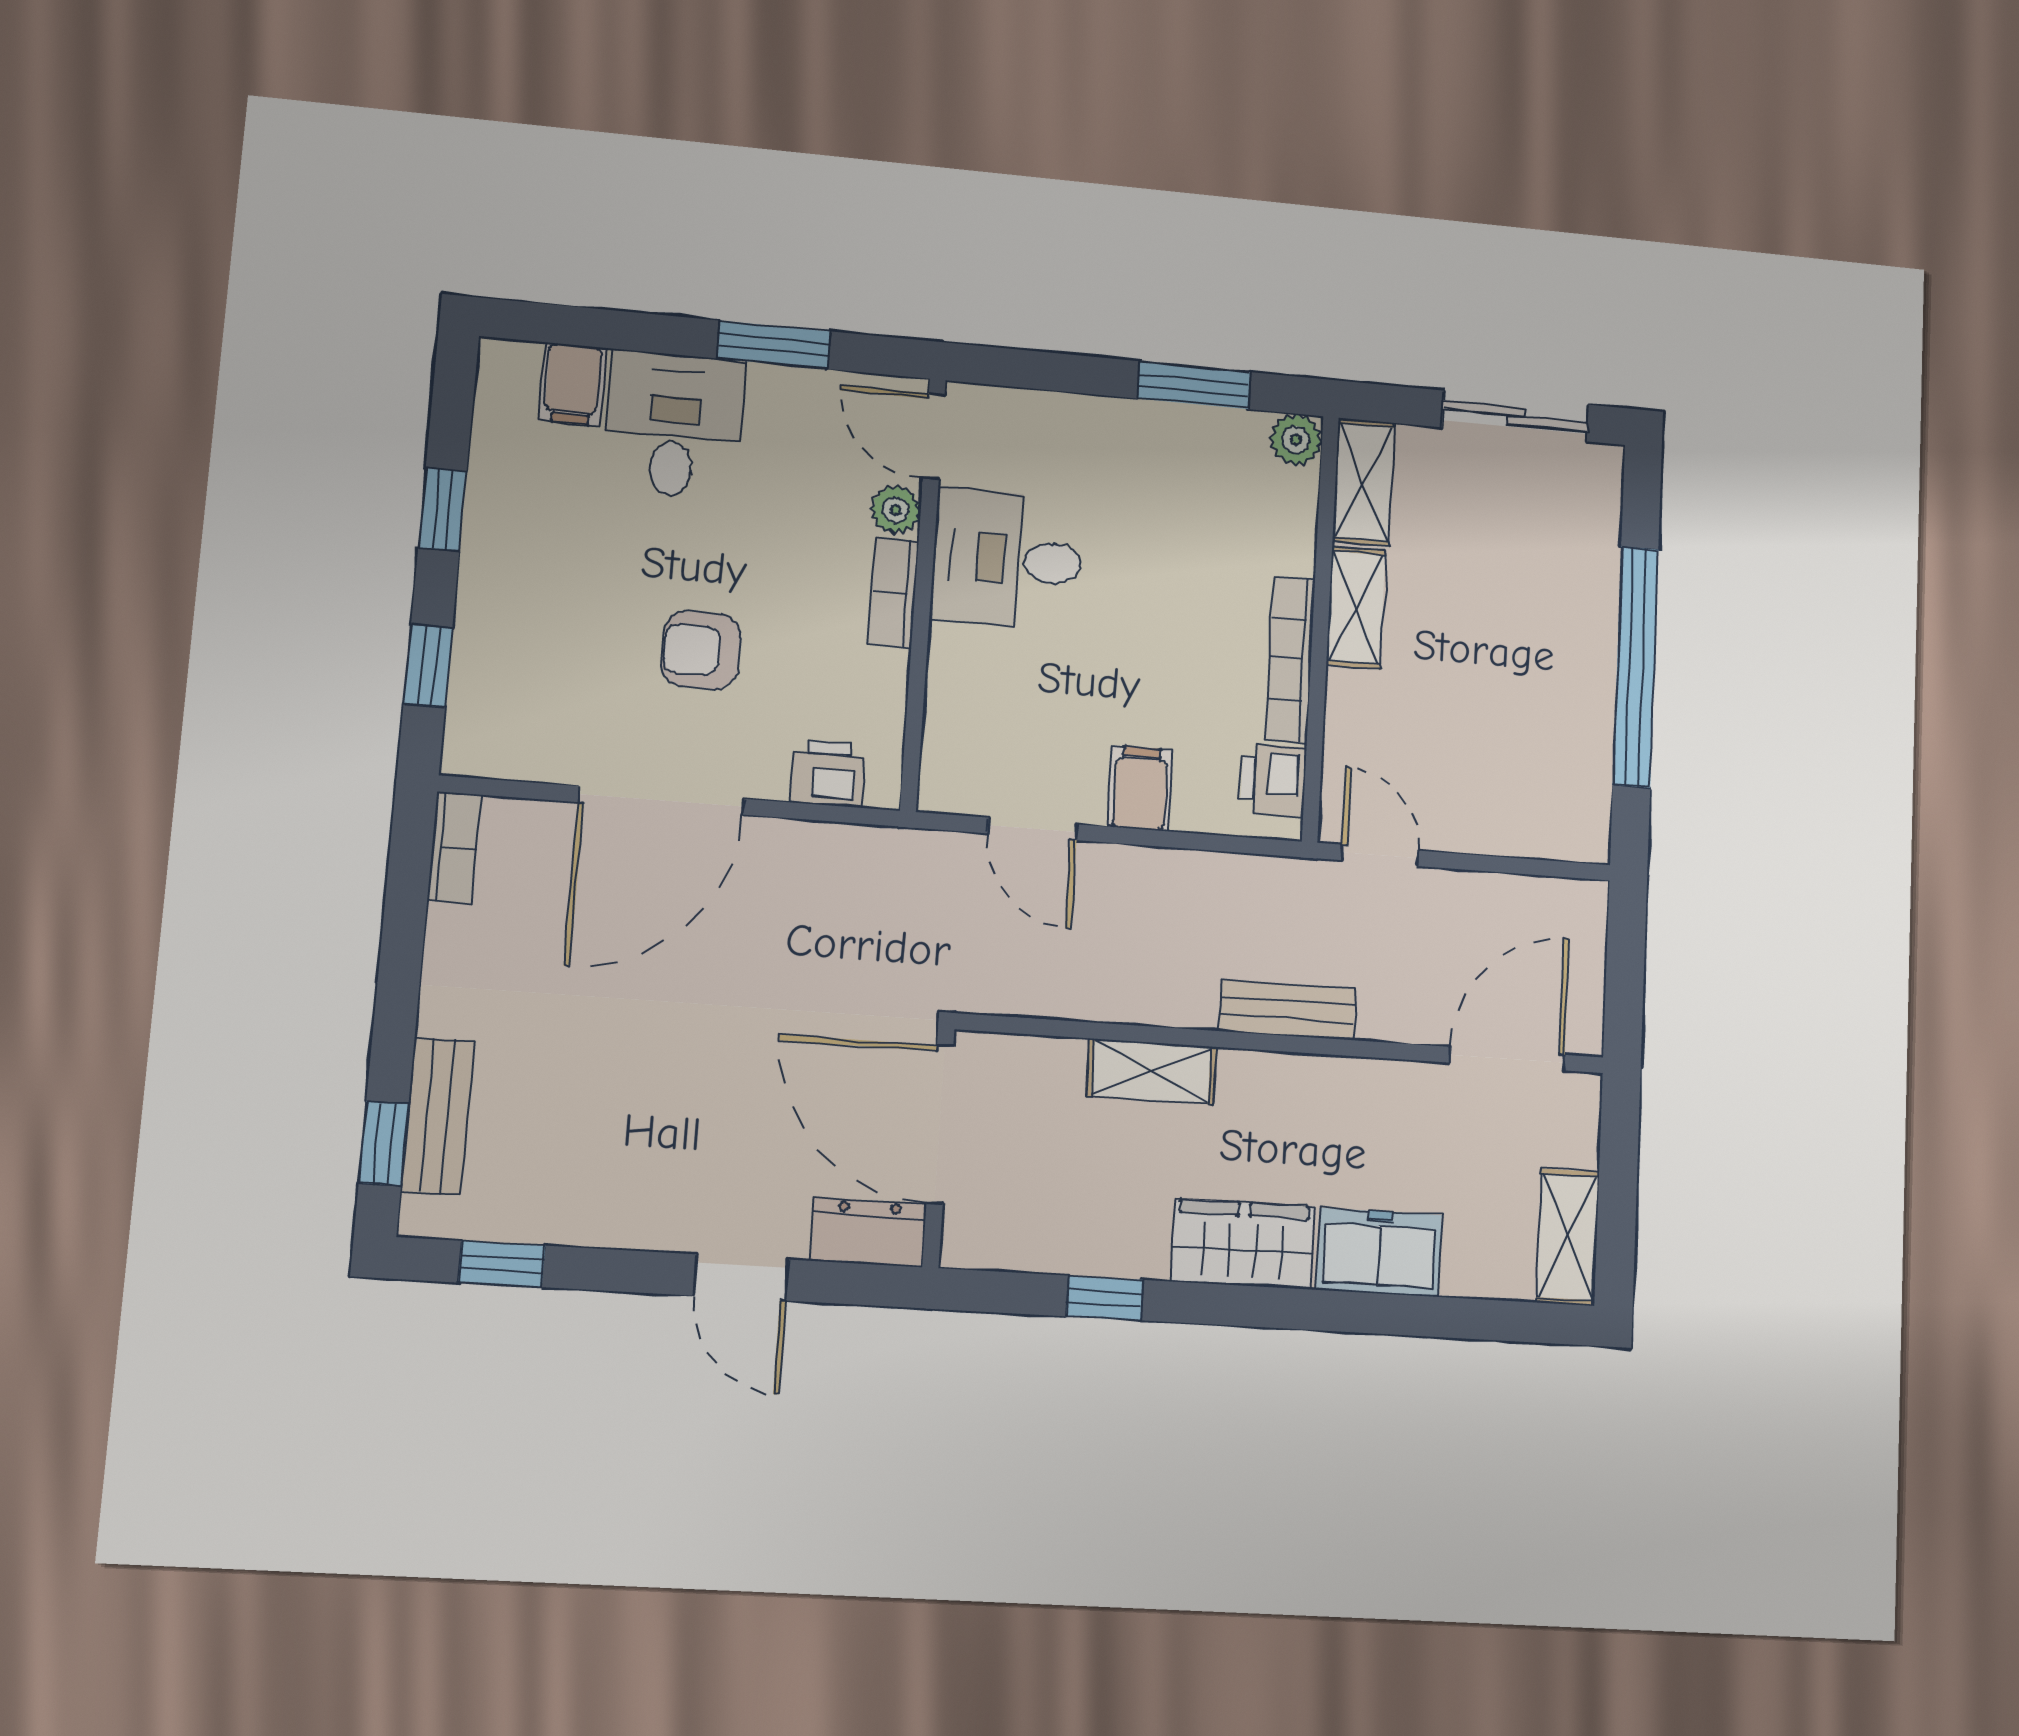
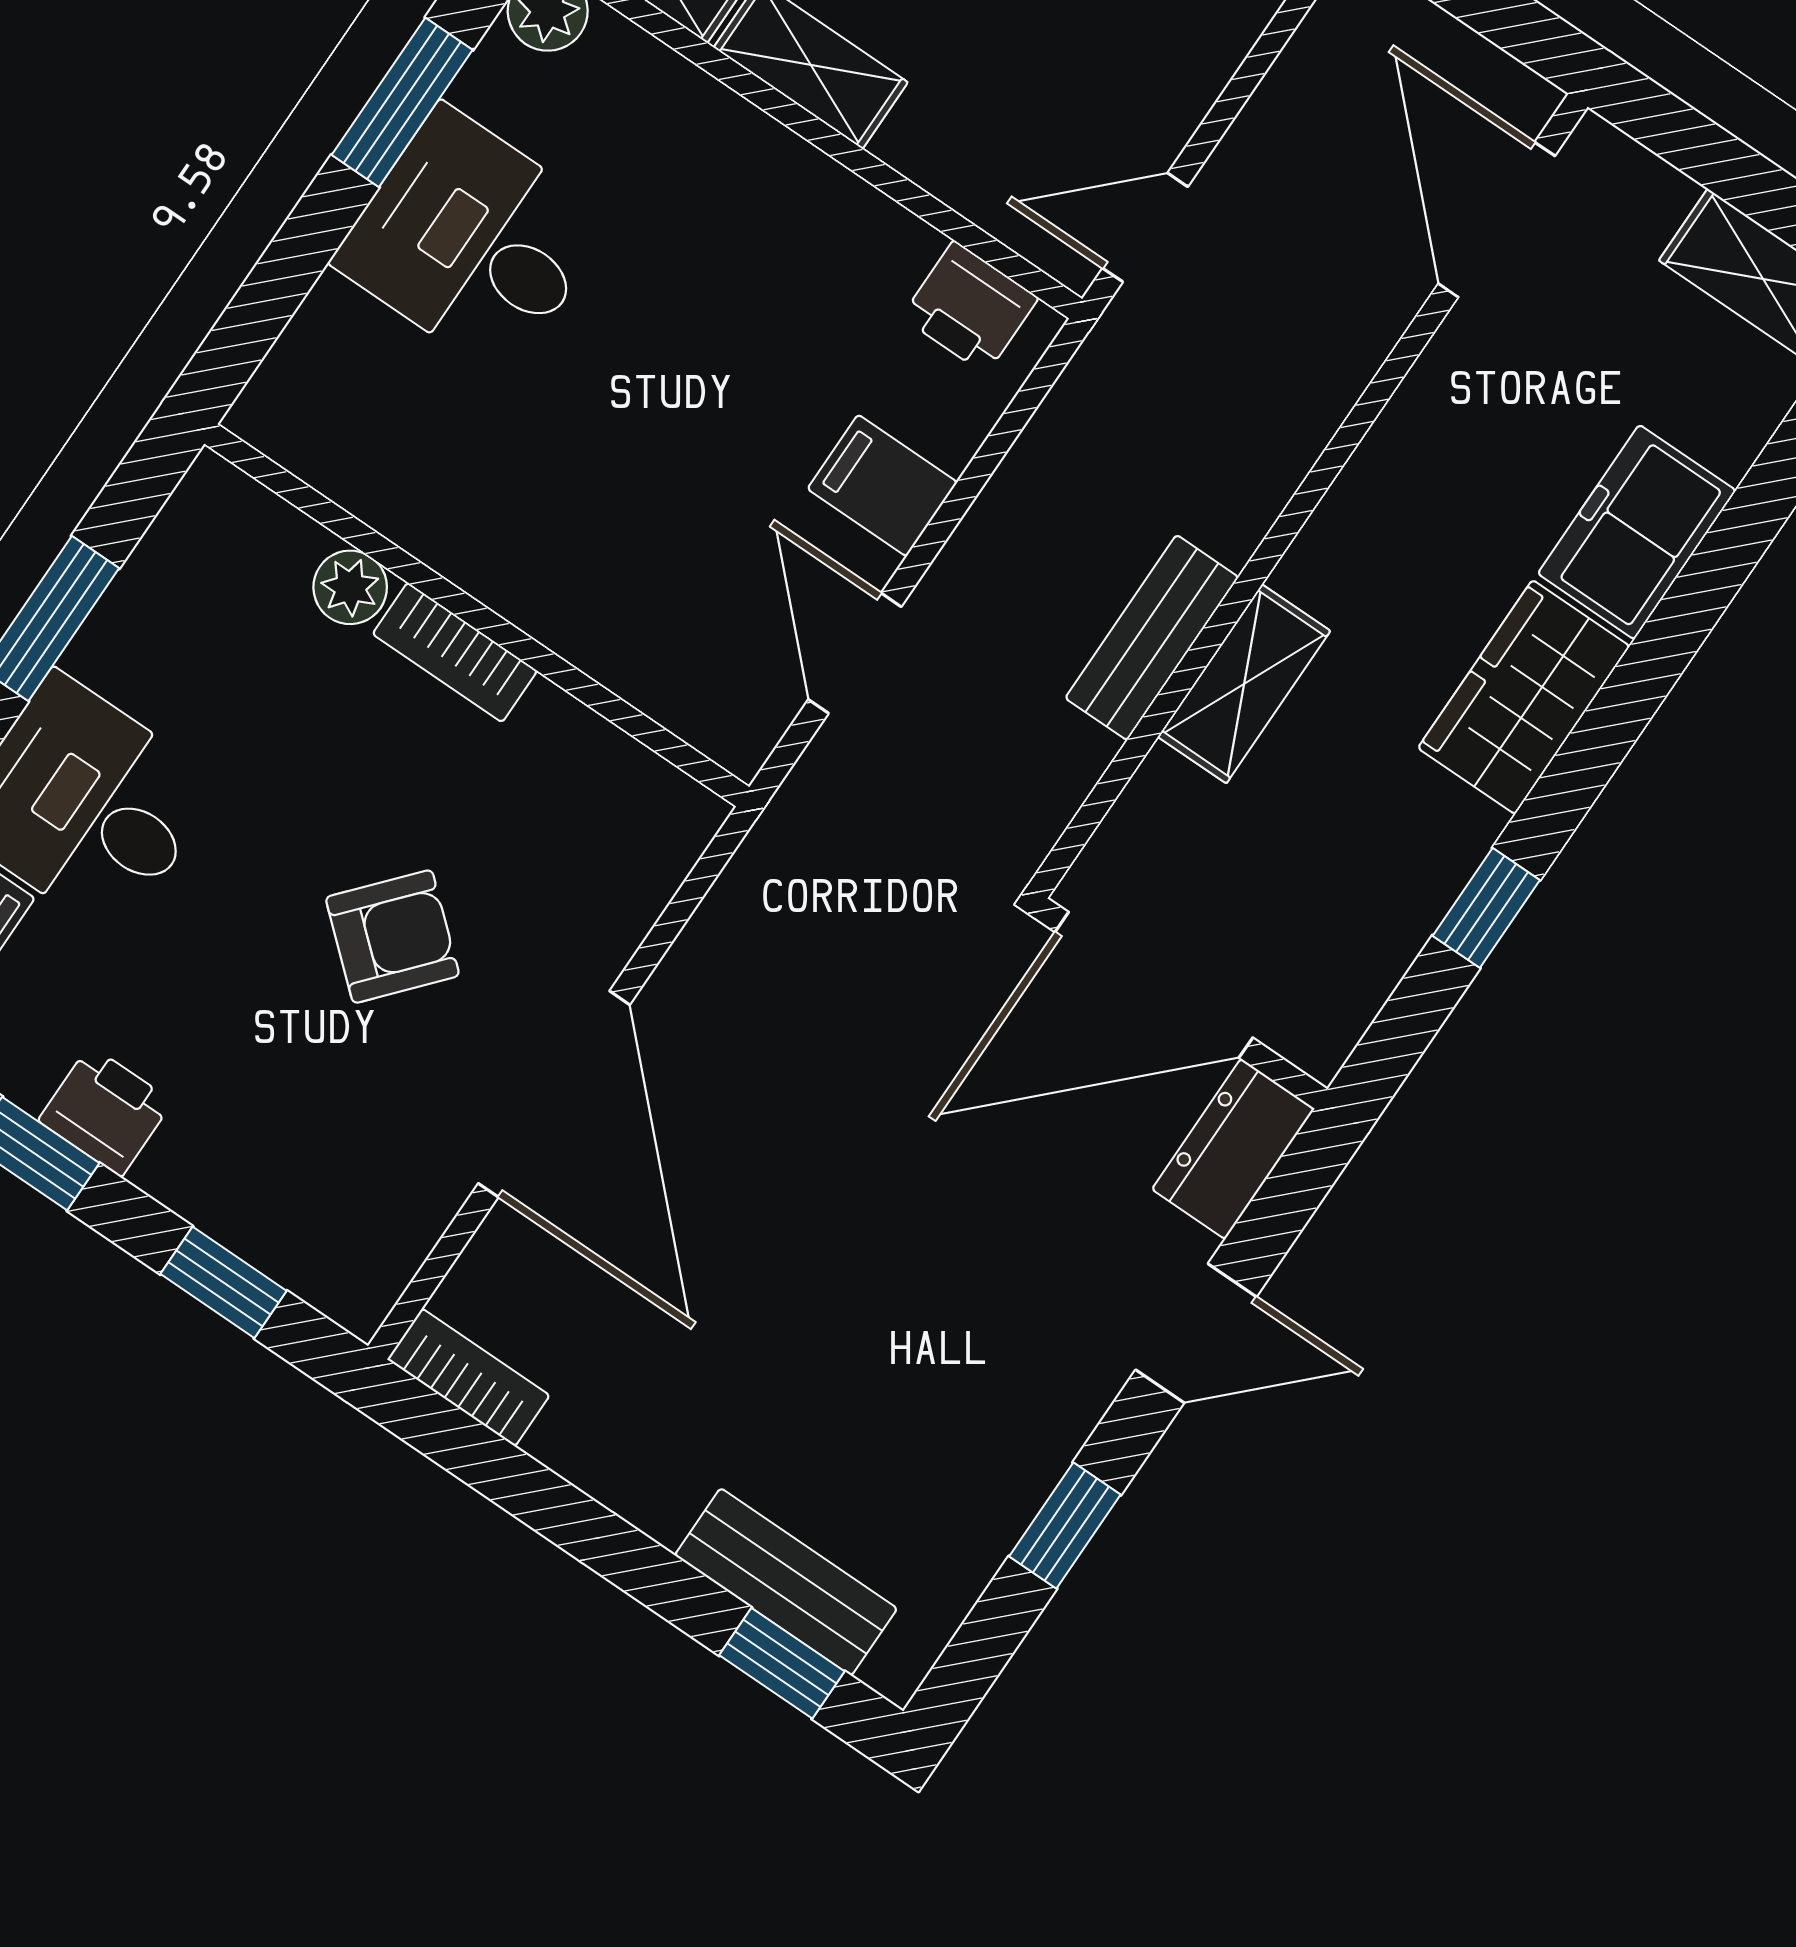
door: (934, 437) -> (282, 483), removed
desk: (1007, 559) -> (473, 241), moved, turned 90
armchair: (701, 650) -> (392, 937), turned -139
bookcase: (1290, 659) -> (828, 192), removed
printer: (828, 773) -> (105, 1111), moved, turned 90
door: (1032, 829) -> (855, 653), swing flipped
bench: (1288, 1010) -> (1152, 638), moved
window: (502, 1264) -> (1065, 1526), moved

